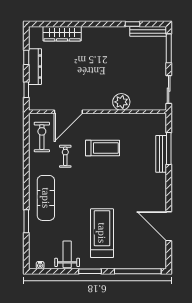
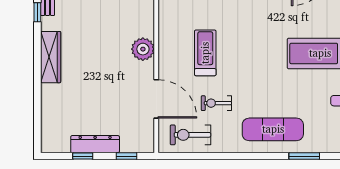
wardrobe: (62, 34) -> (51, 57), moved
plant: (121, 102) -> (143, 49), moved

